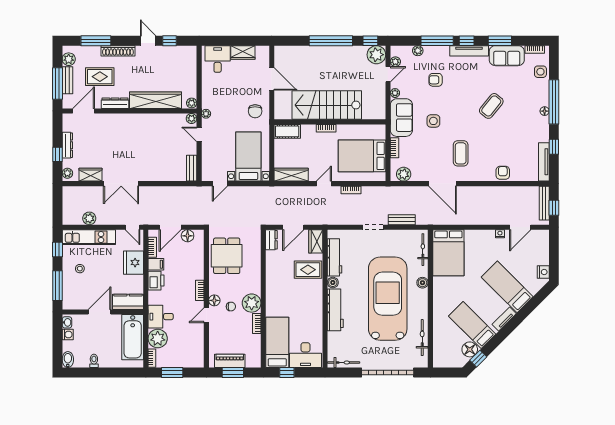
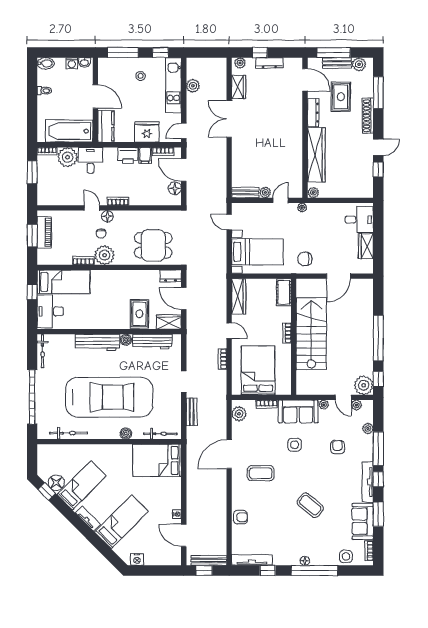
plant: (192, 119) -> (265, 192), moved
dining table: (227, 256) -> (153, 245), moved

